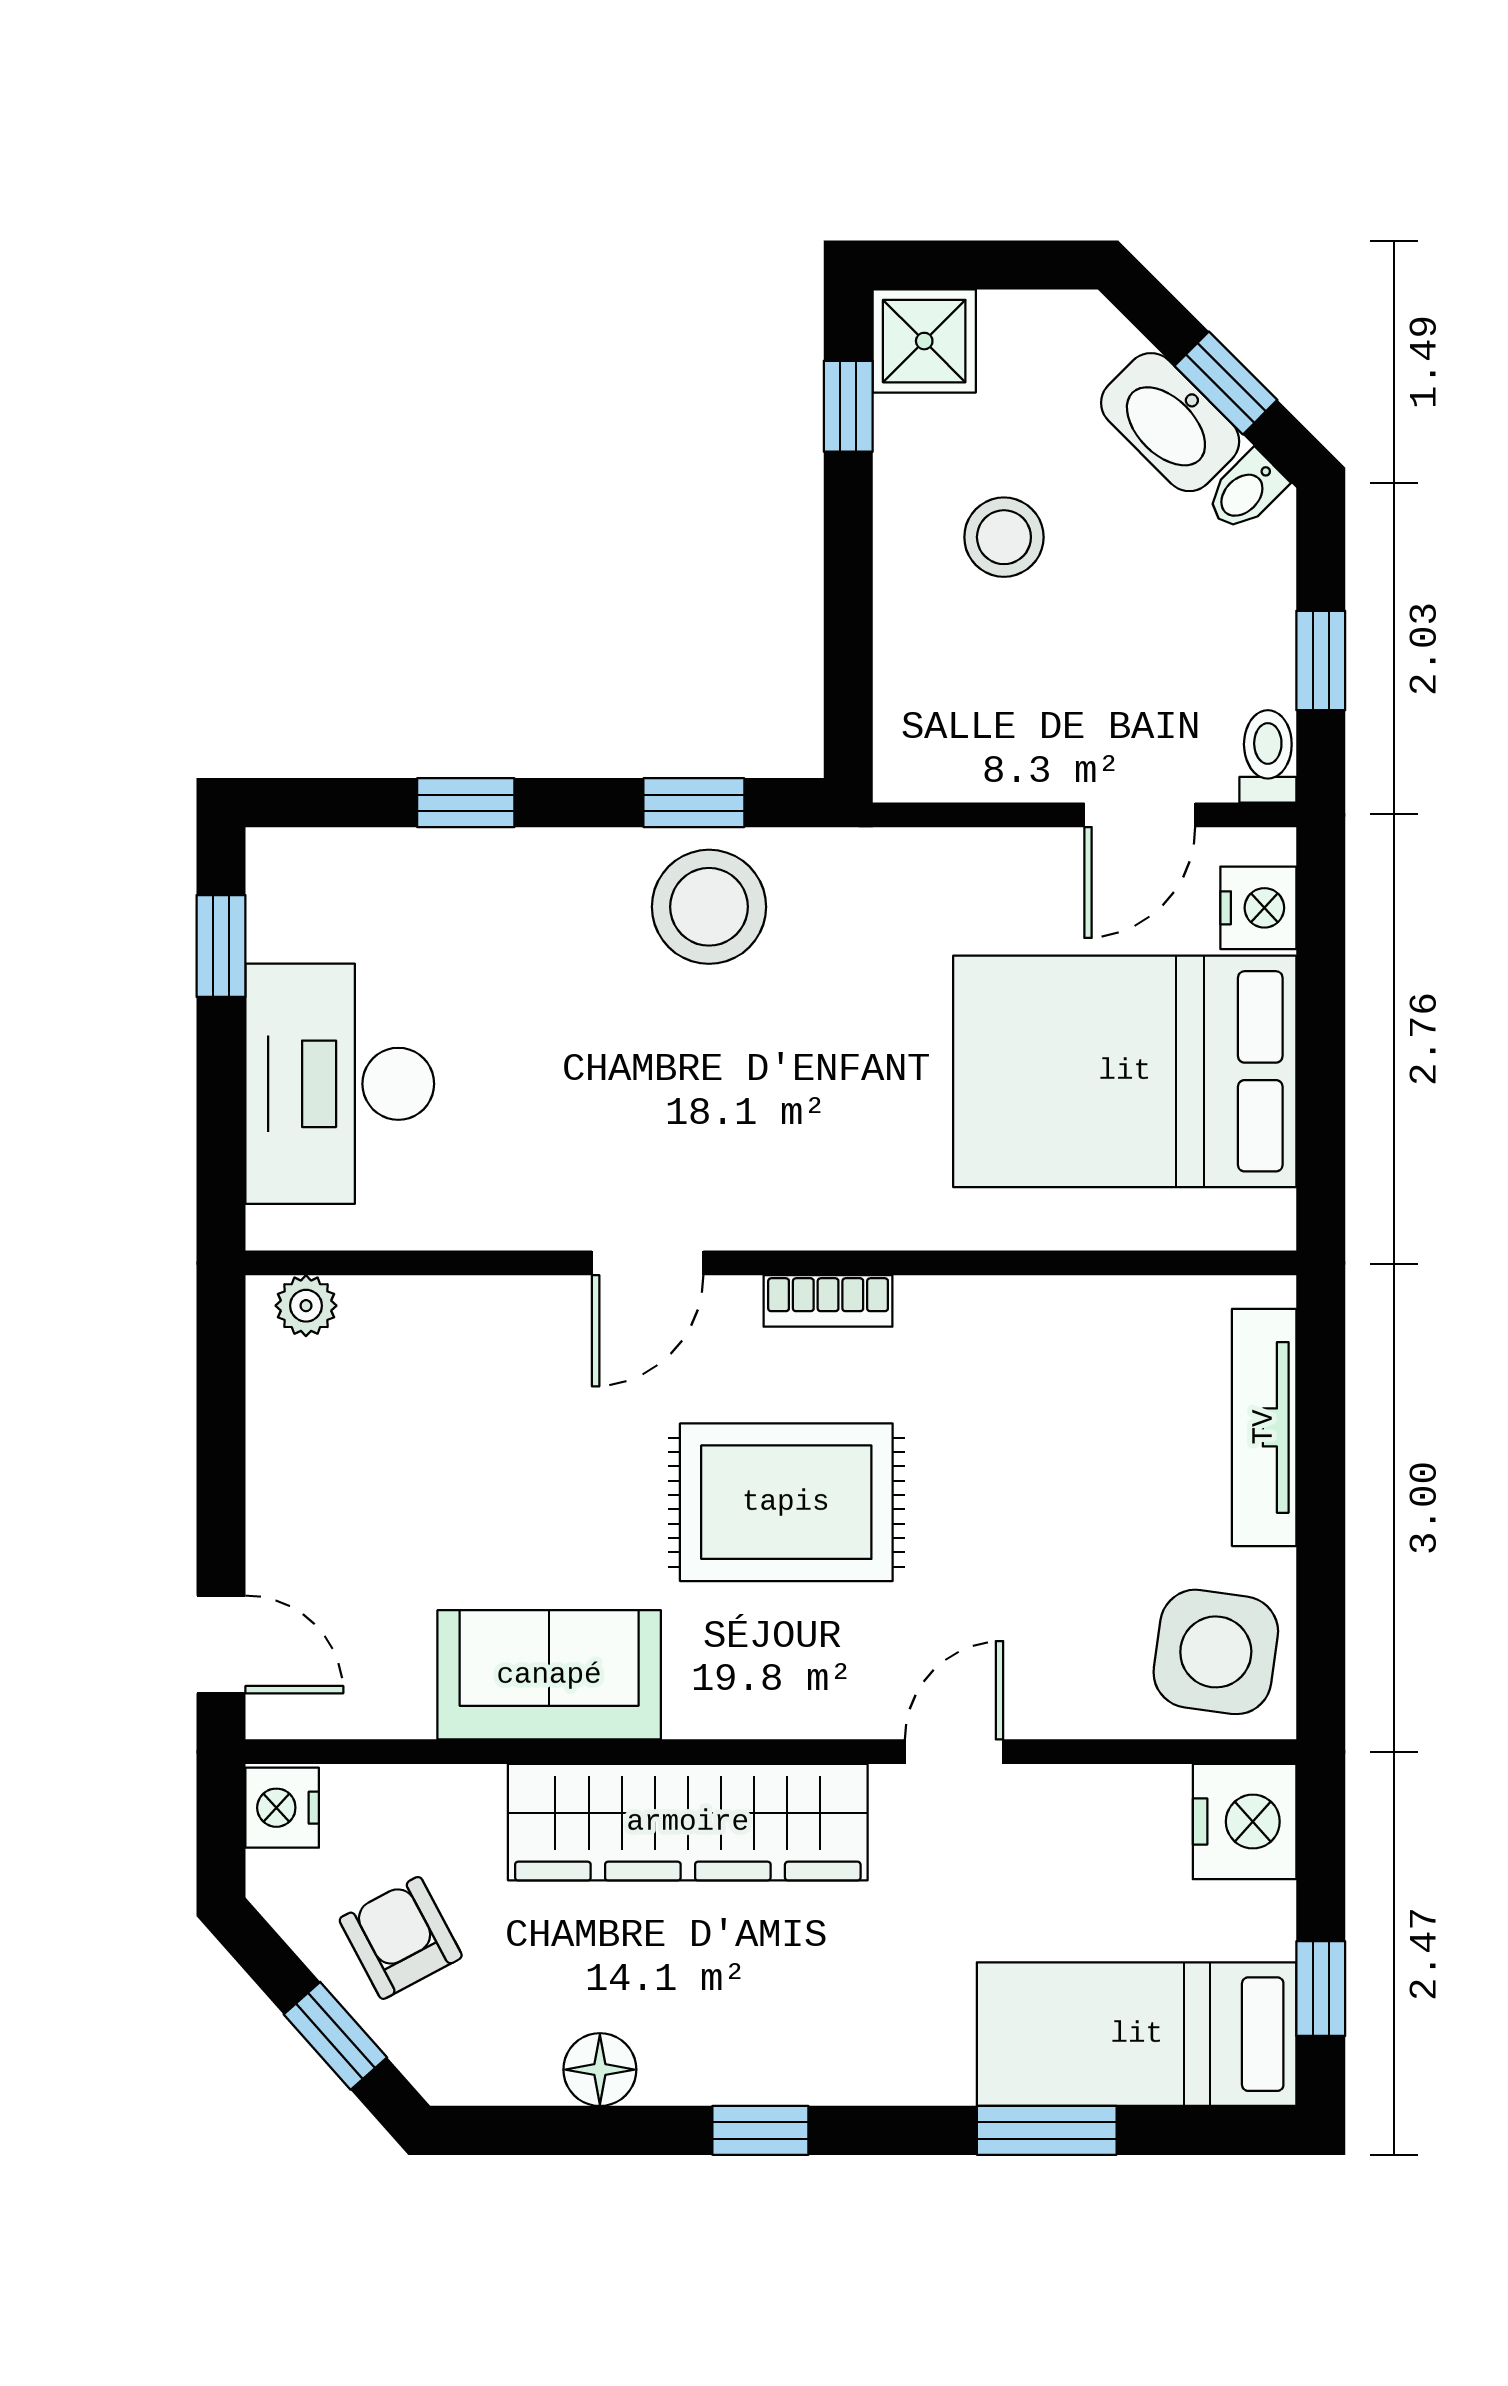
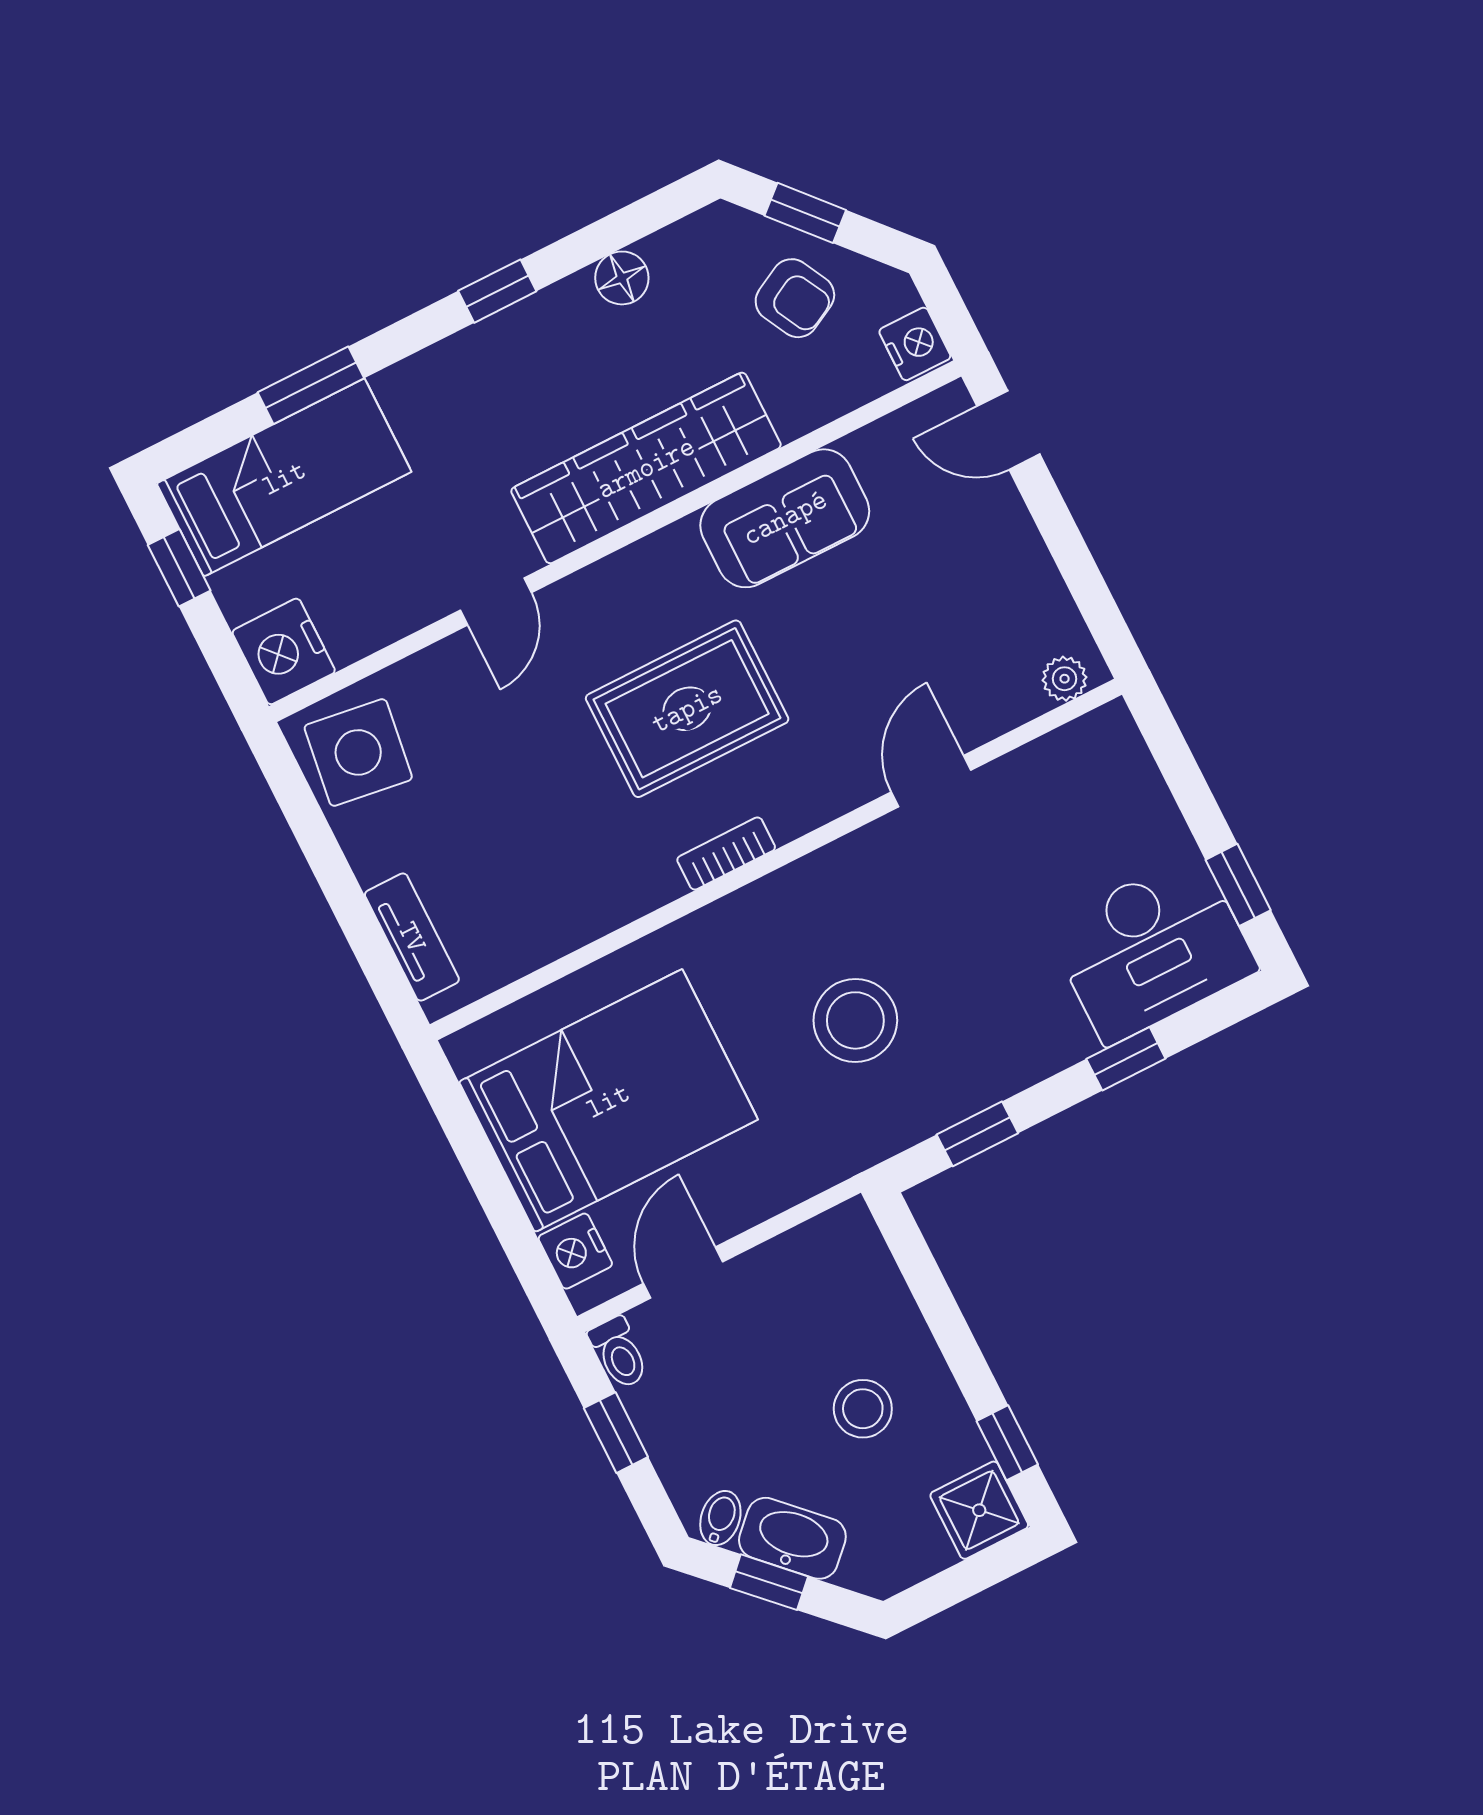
stool: (709, 907) -> (855, 1020), moved
desk: (340, 1084) -> (1152, 948), moved, turned 90
door: (648, 1263) -> (931, 781), moved
tv unit: (1264, 1427) -> (412, 937), width x0.71

